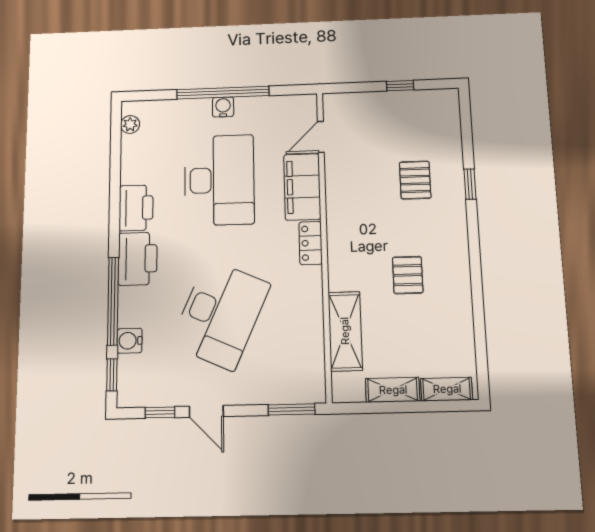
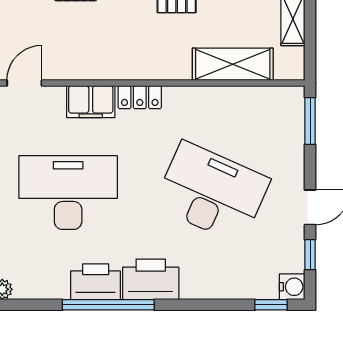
door: (321, 137) -> (24, 83), swing flipped
filing cabinet: (302, 187) -> (91, 102), width x0.67, depth x0.86
window: (113, 301) -> (108, 305), moved
water cooler: (130, 341) -> (292, 287), moved, turned -90

